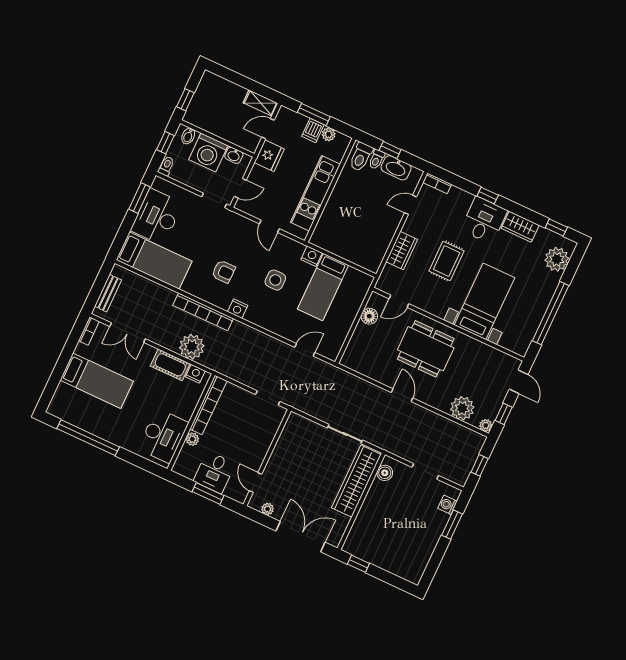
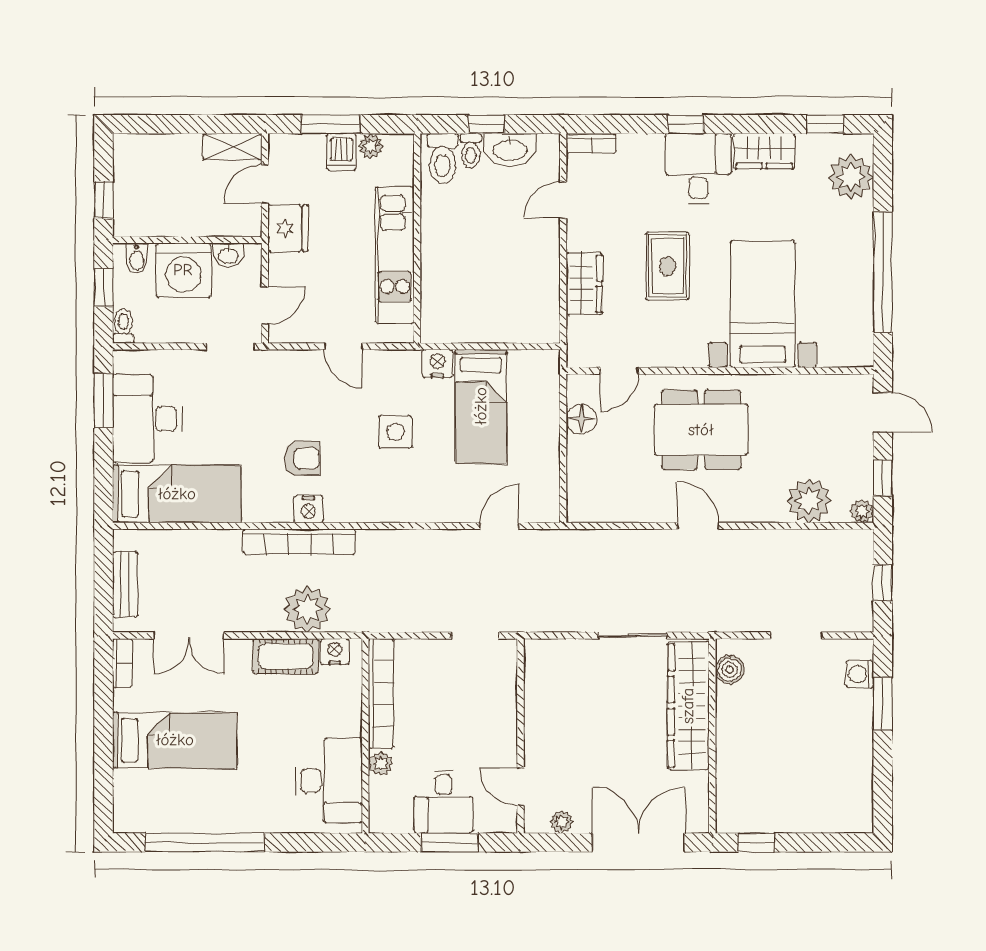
nightstand: (238, 309) -> (308, 509), moved

